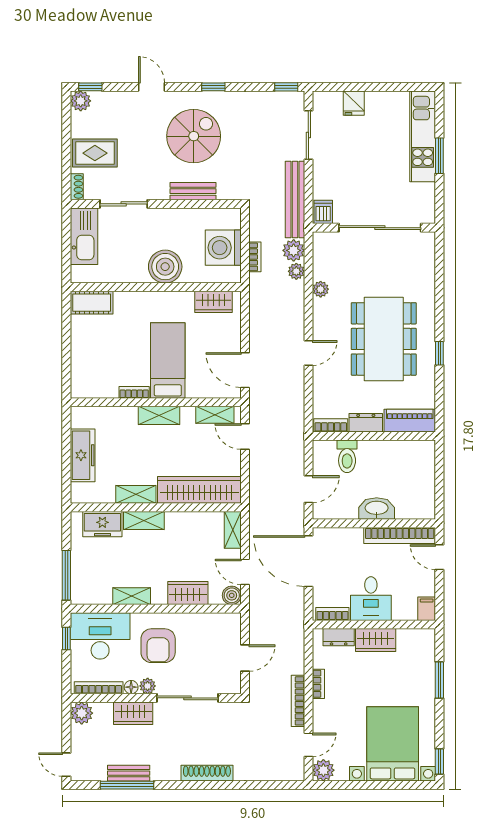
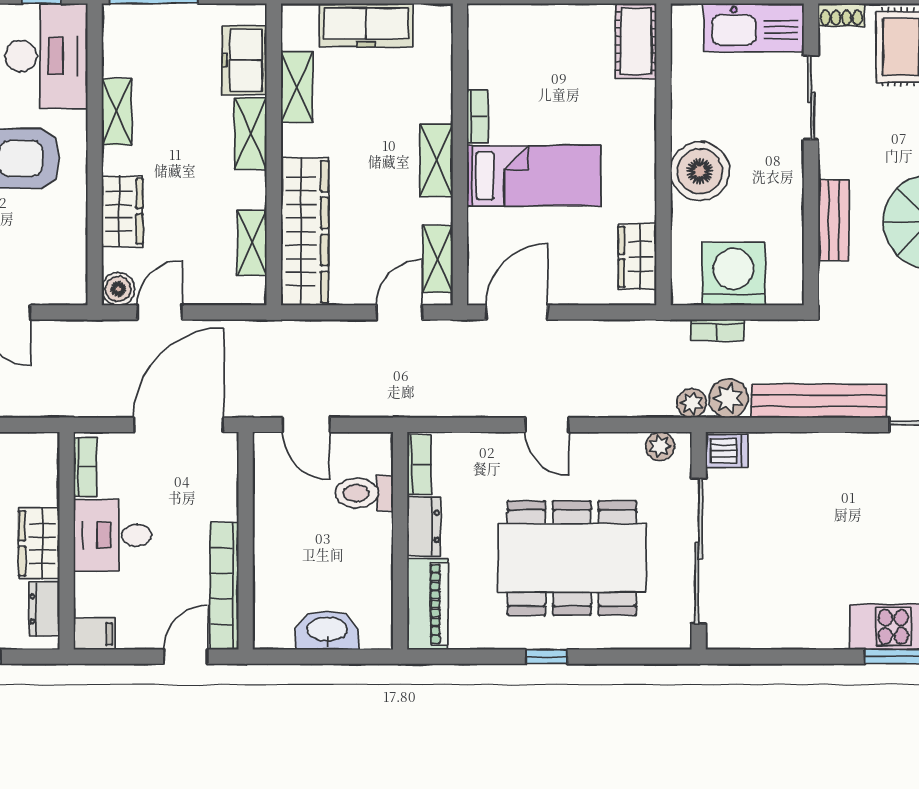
dishwasher: (323, 212) -> (726, 451), moved
wall: (374, 228) -> (699, 541), moved
sliding door: (380, 228) -> (699, 551), moved
shelving: (136, 494) -> (297, 87), moved
washbasin: (377, 509) -> (327, 630), moved, turned -90
shelving: (233, 530) -> (252, 243), moved, turned 90
dresser: (339, 637) -> (44, 609), moved

